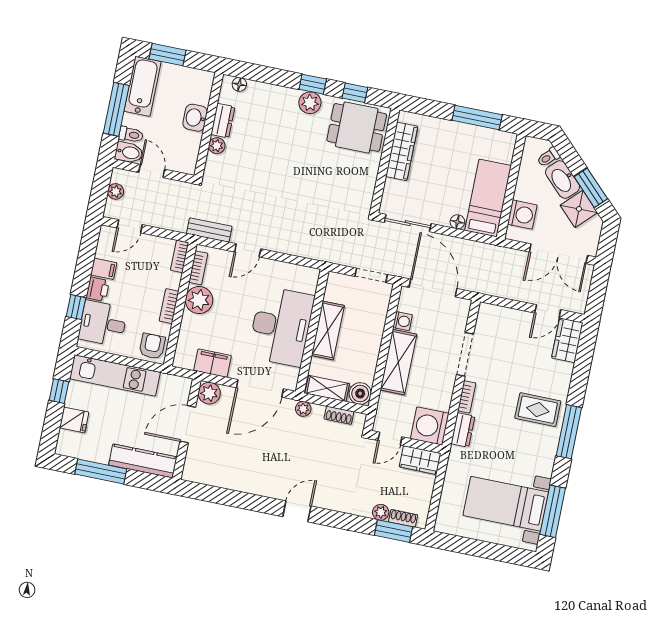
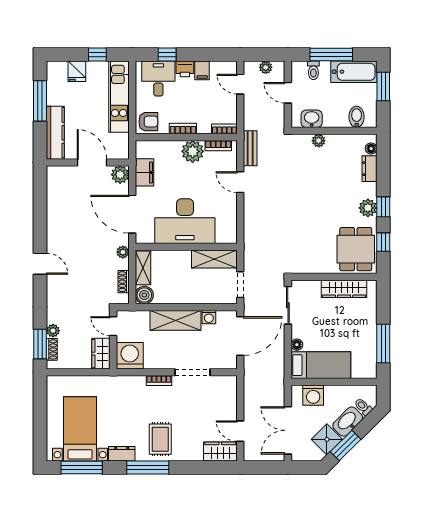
washbasin: (195, 118) -> (312, 119), moved
dresser: (223, 121) -> (369, 169), moved, turned 90
bidet: (129, 152) -> (357, 117), moved, turned 180
door: (152, 171) -> (288, 93), swing flipped
shelving: (328, 330) -> (214, 259), moved
dresser: (463, 430) -> (122, 454), moved, turned 180

